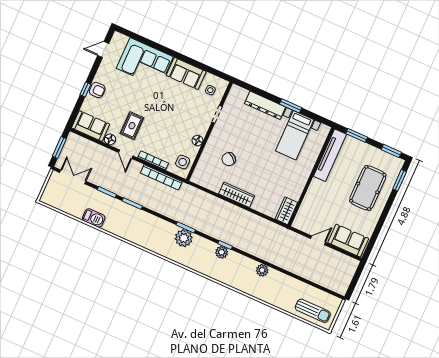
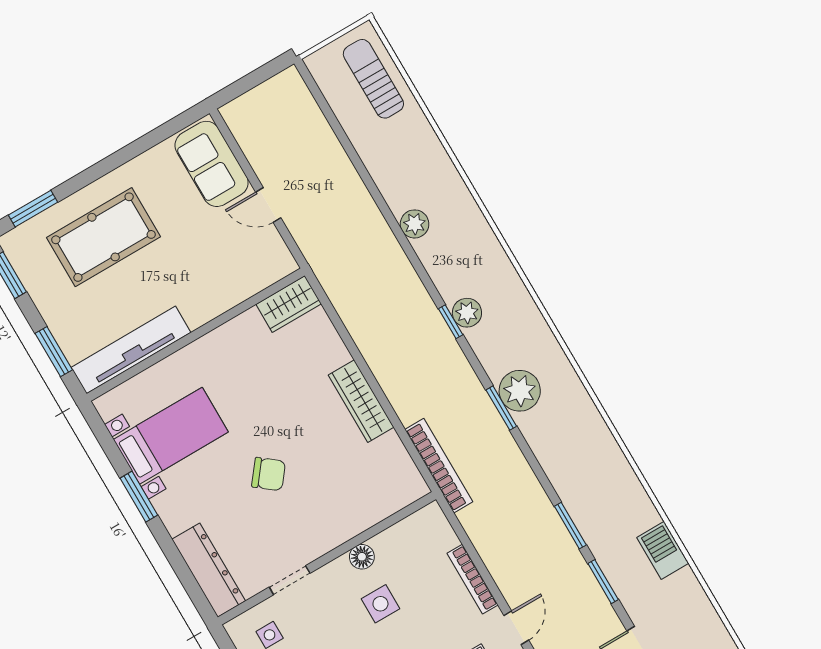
dresser: (265, 105) -> (209, 570), moved
chair: (229, 159) -> (269, 474), moved
side table: (183, 162) -> (380, 604), moved
bookcase: (161, 177) -> (439, 466), moved

